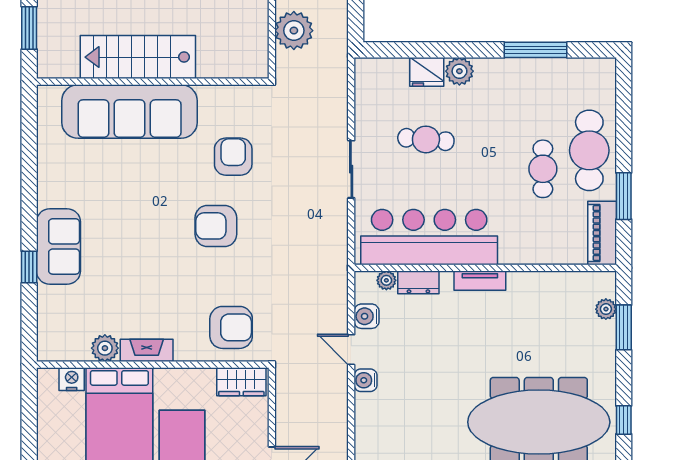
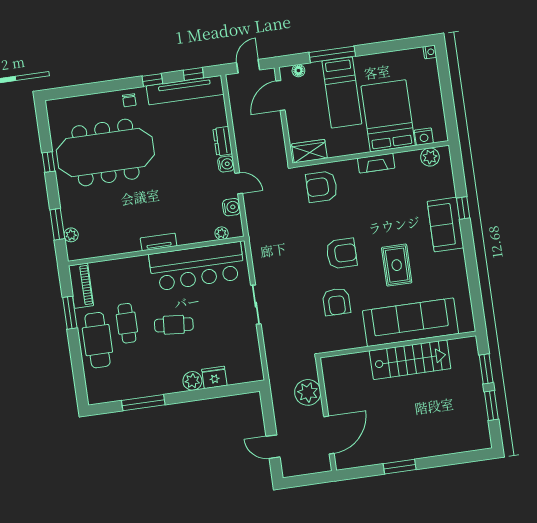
cafe table: (426, 139) -> (174, 325), moved
rug: (138, 198) -> (397, 265), added
dresser: (418, 282) -> (223, 141), moved, turned -90
plant: (105, 348) -> (430, 157), moved

